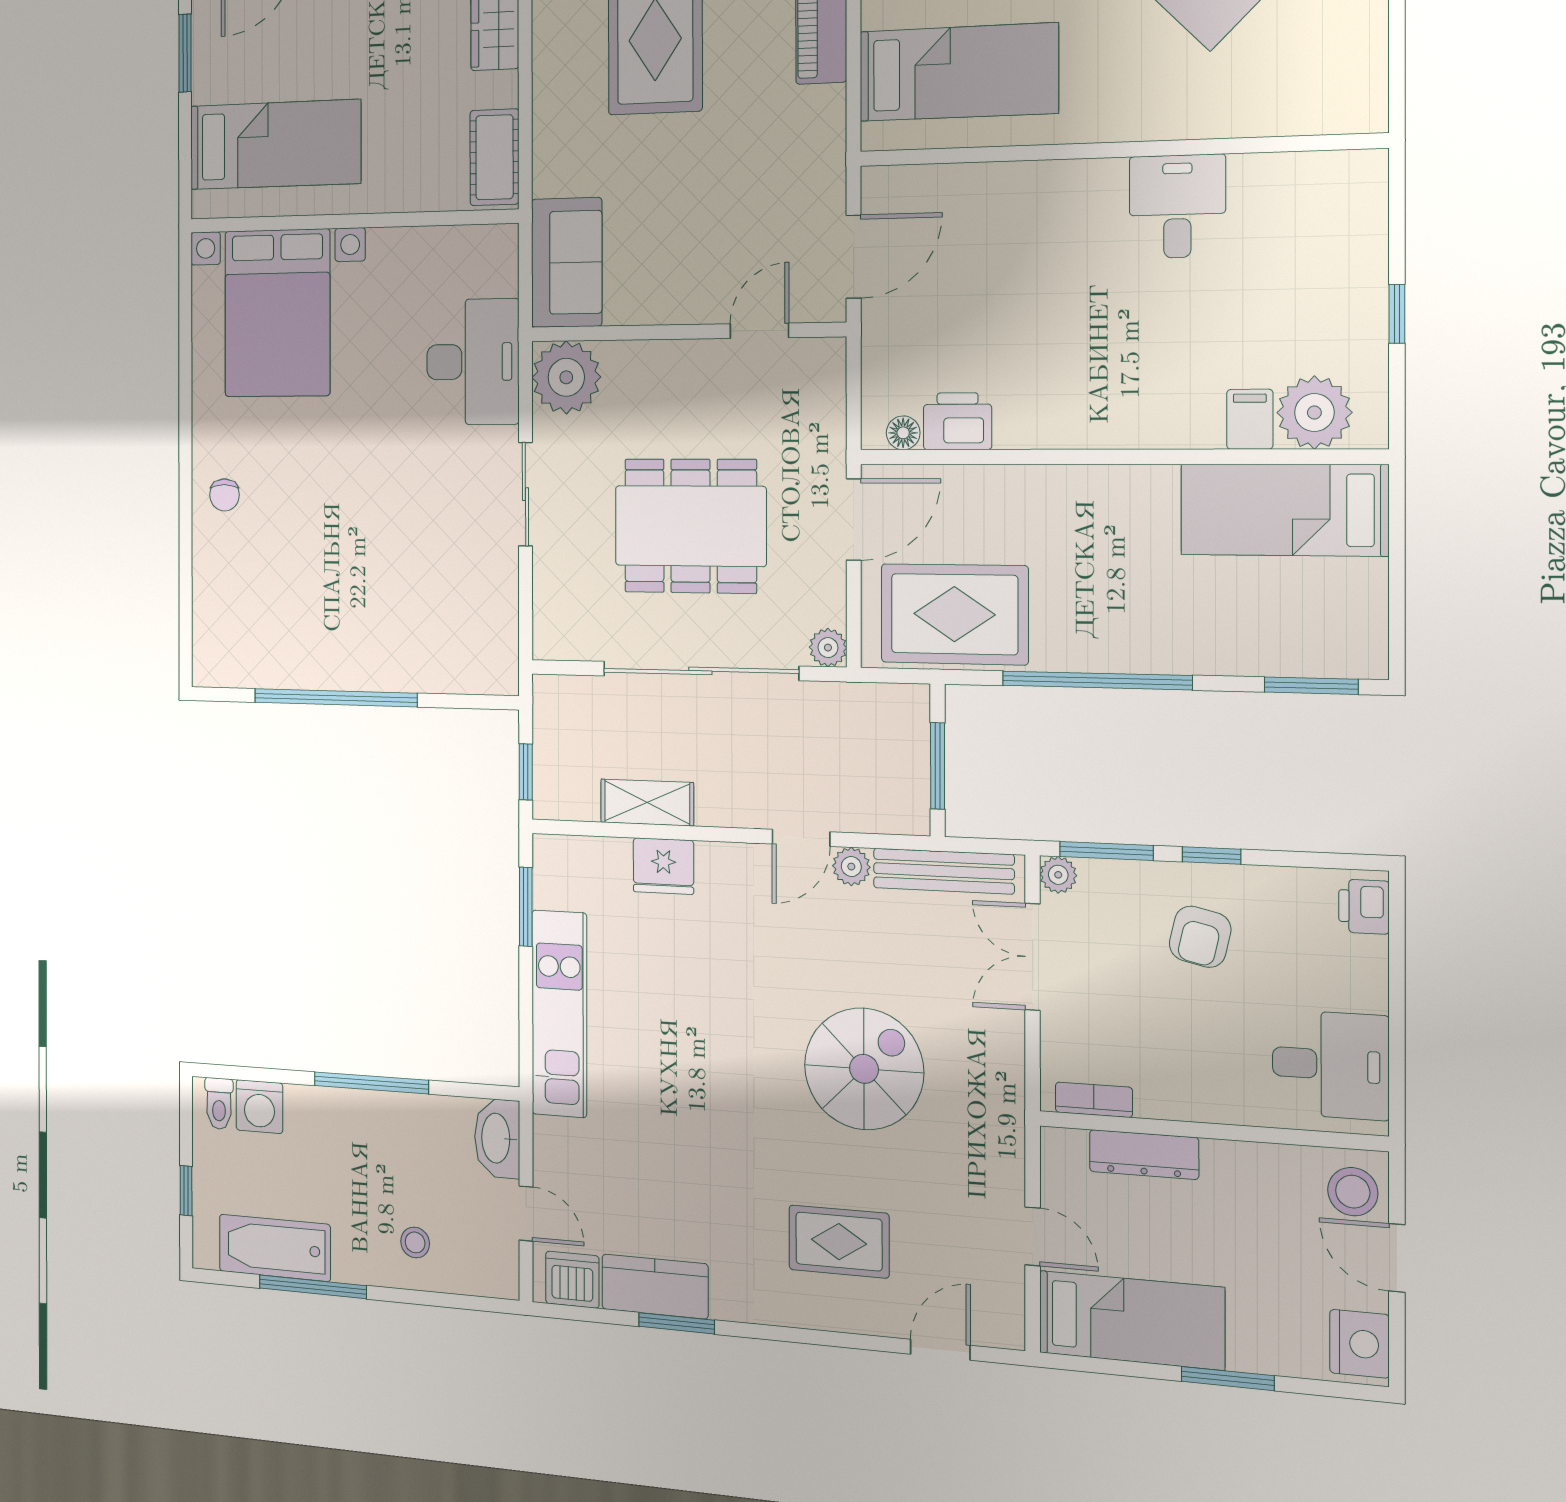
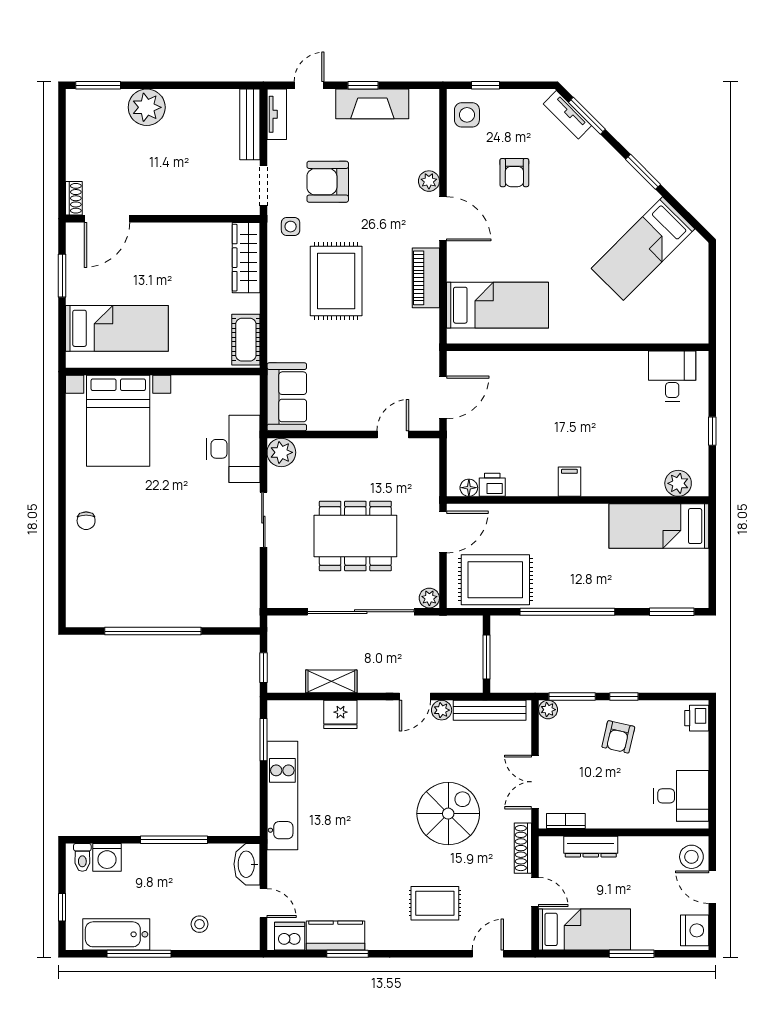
desk: (1177, 206) -> (672, 376), moved
plant: (566, 377) -> (281, 452), width x0.73, depth x0.73
plant: (1314, 413) -> (678, 483), width x0.73, depth x0.73
filing cabinet: (1250, 419) -> (569, 482), moved
printer: (958, 421) -> (492, 485), width x0.73, depth x0.81
double door: (1033, 957) -> (535, 782), moved
shoe rack: (1008, 1147) -> (523, 848), added

